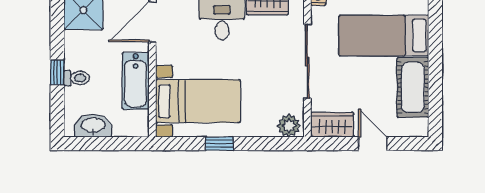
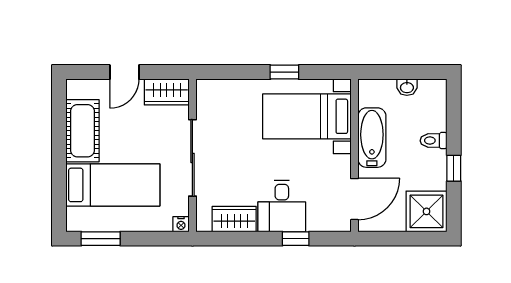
window: (57, 72) -> (454, 168), moved
washbasin: (93, 126) -> (407, 87), width x0.52, depth x0.69
plant: (289, 126) -> (212, 91), removed
door: (373, 144) -> (124, 72), hinge flipped

